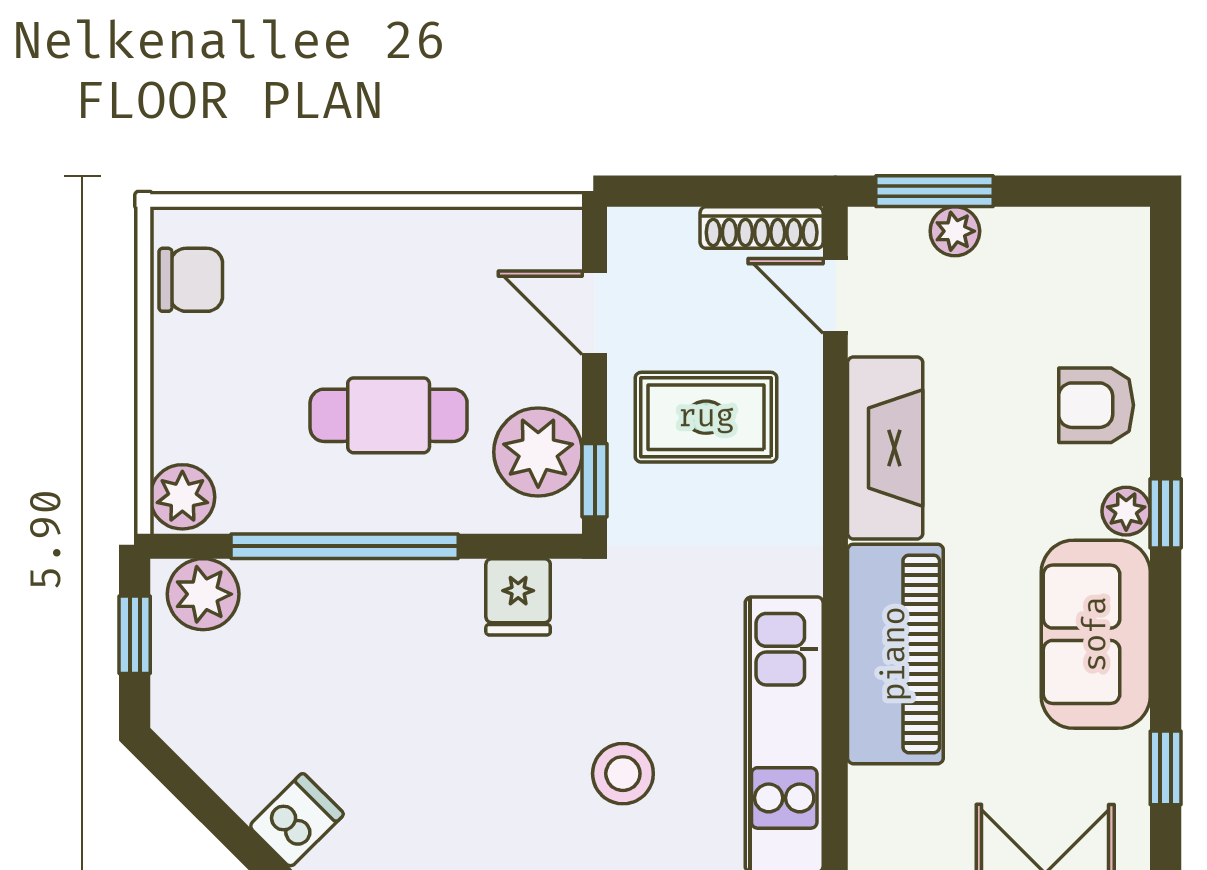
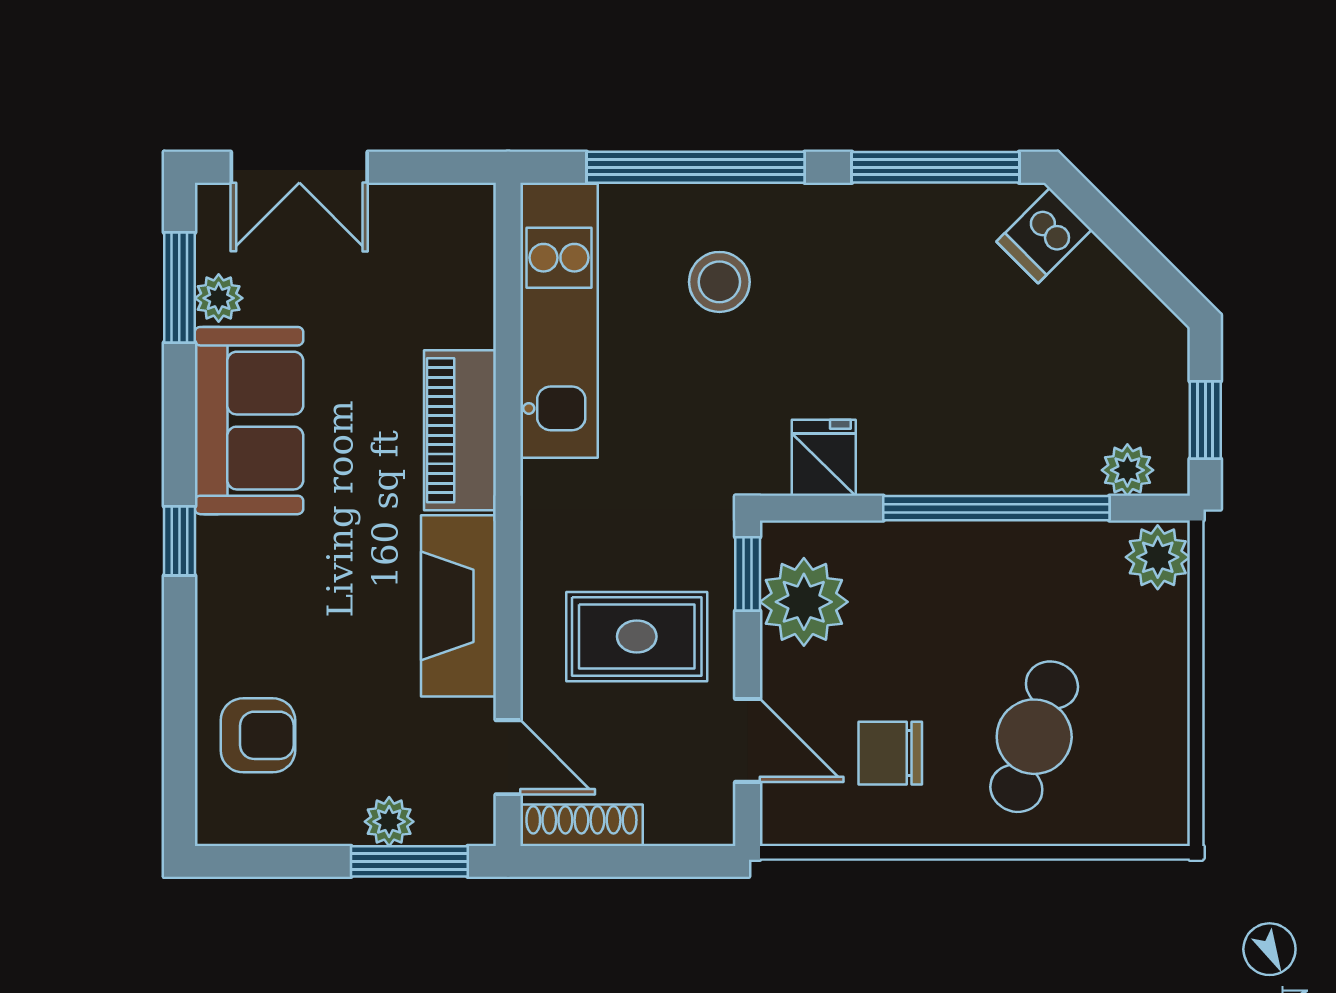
chair: (191, 280) -> (890, 753), moved
armchair: (1096, 405) -> (258, 735), moved
cafe table: (389, 415) -> (1034, 737), moved, turned -71
plant: (1126, 511) -> (219, 298), moved
plant: (203, 594) -> (1127, 470), width x0.73, depth x0.73
piano: (895, 654) -> (460, 430), width x0.73, depth x0.75
window: (1166, 768) -> (179, 288), width x1.50

